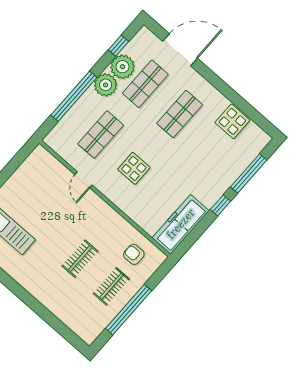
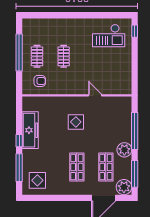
window: (118, 46) -> (135, 174), width x2.17
plant: (122, 67) -> (124, 187), moved
display table: (232, 121) -> (37, 180), moved
shop shelf: (101, 135) -> (106, 124), removed
freezer: (181, 224) -> (30, 130), moved

